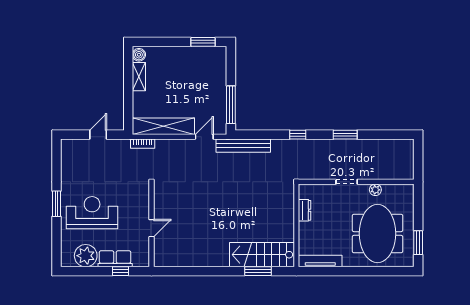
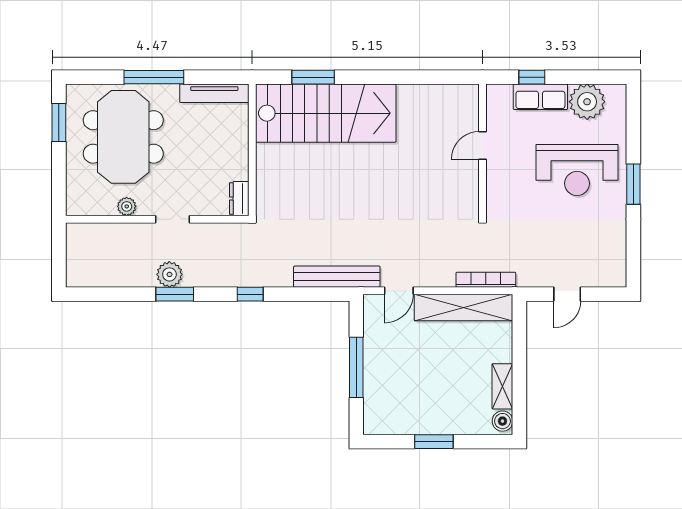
window: (203, 42) -> (434, 442), moved
window: (231, 105) -> (356, 367), moved
bookcase: (143, 144) -> (486, 280), width x1.56
plant: (348, 147) -> (169, 274), added
dresser: (305, 210) -> (239, 199), moved
stairs: (262, 255) -> (326, 113), width x1.36, depth x1.51
window: (358, 271) -> (154, 77), added

